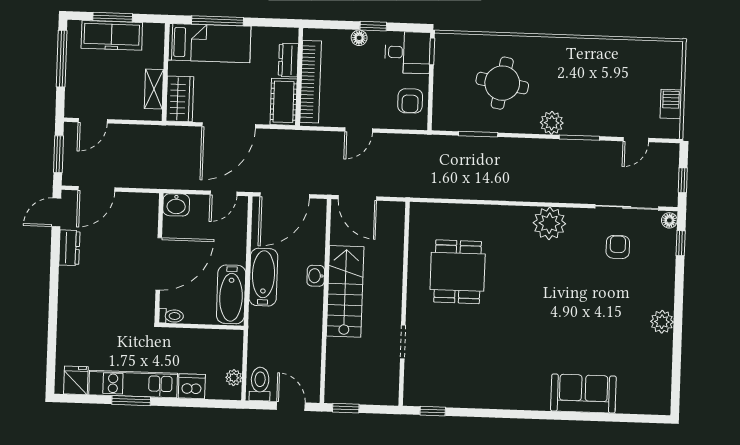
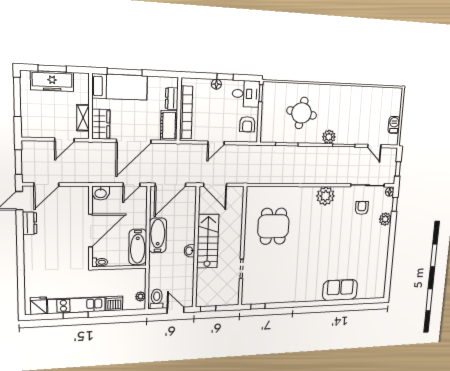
door: (93, 121) -> (64, 140), moved
door: (636, 140) -> (374, 146), hinge flipped
washbasin: (316, 276) -> (189, 251), moved
plant: (662, 322) -> (385, 219), moved

